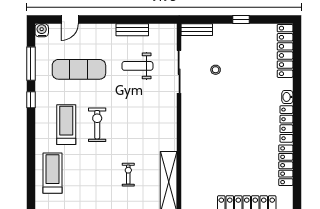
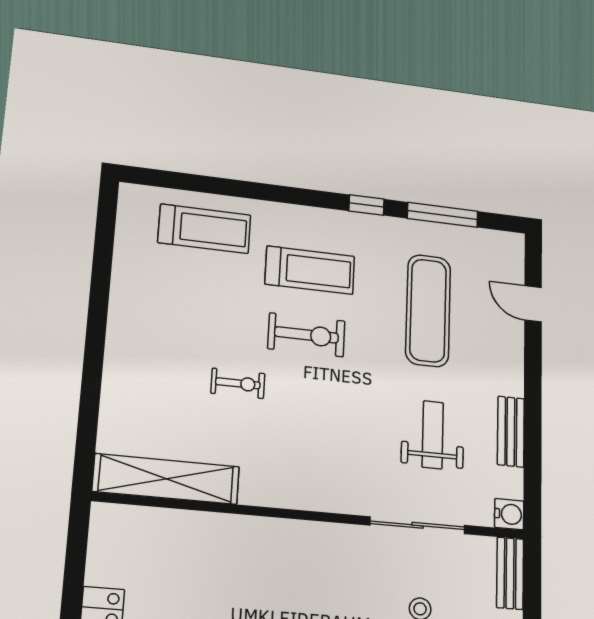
water cooler: (42, 30) -> (509, 514), moved
exercise bike: (128, 175) -> (238, 383), moved

